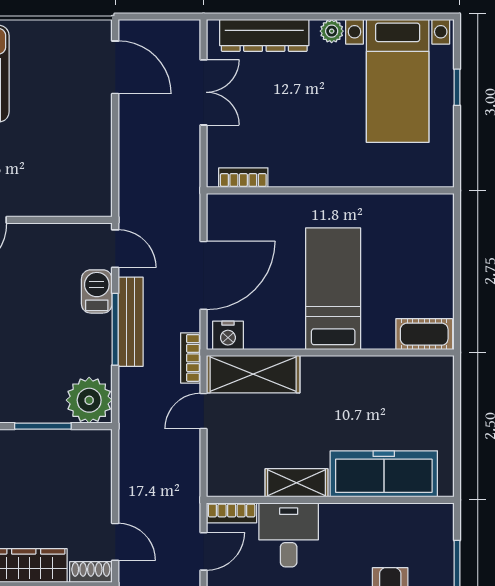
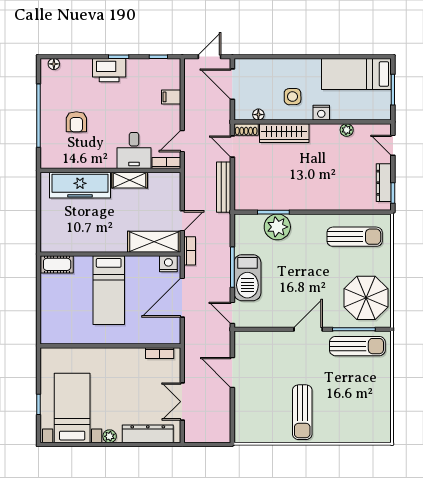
door: (115, 67) -> (232, 373), moved
barbecue: (97, 291) -> (247, 278), width x1.88, depth x1.53
bench: (131, 322) -> (224, 187), moved
plant: (89, 400) -> (277, 227), moved

